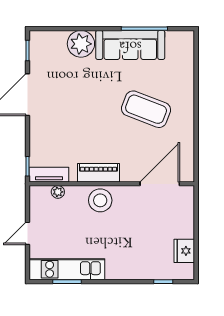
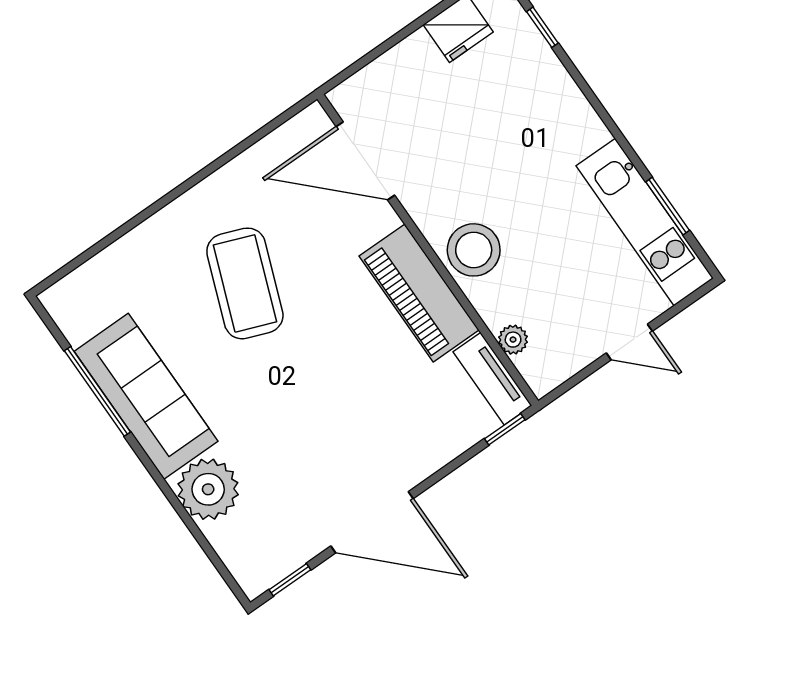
piano: (98, 173) -> (419, 293), width x1.37, depth x1.33

